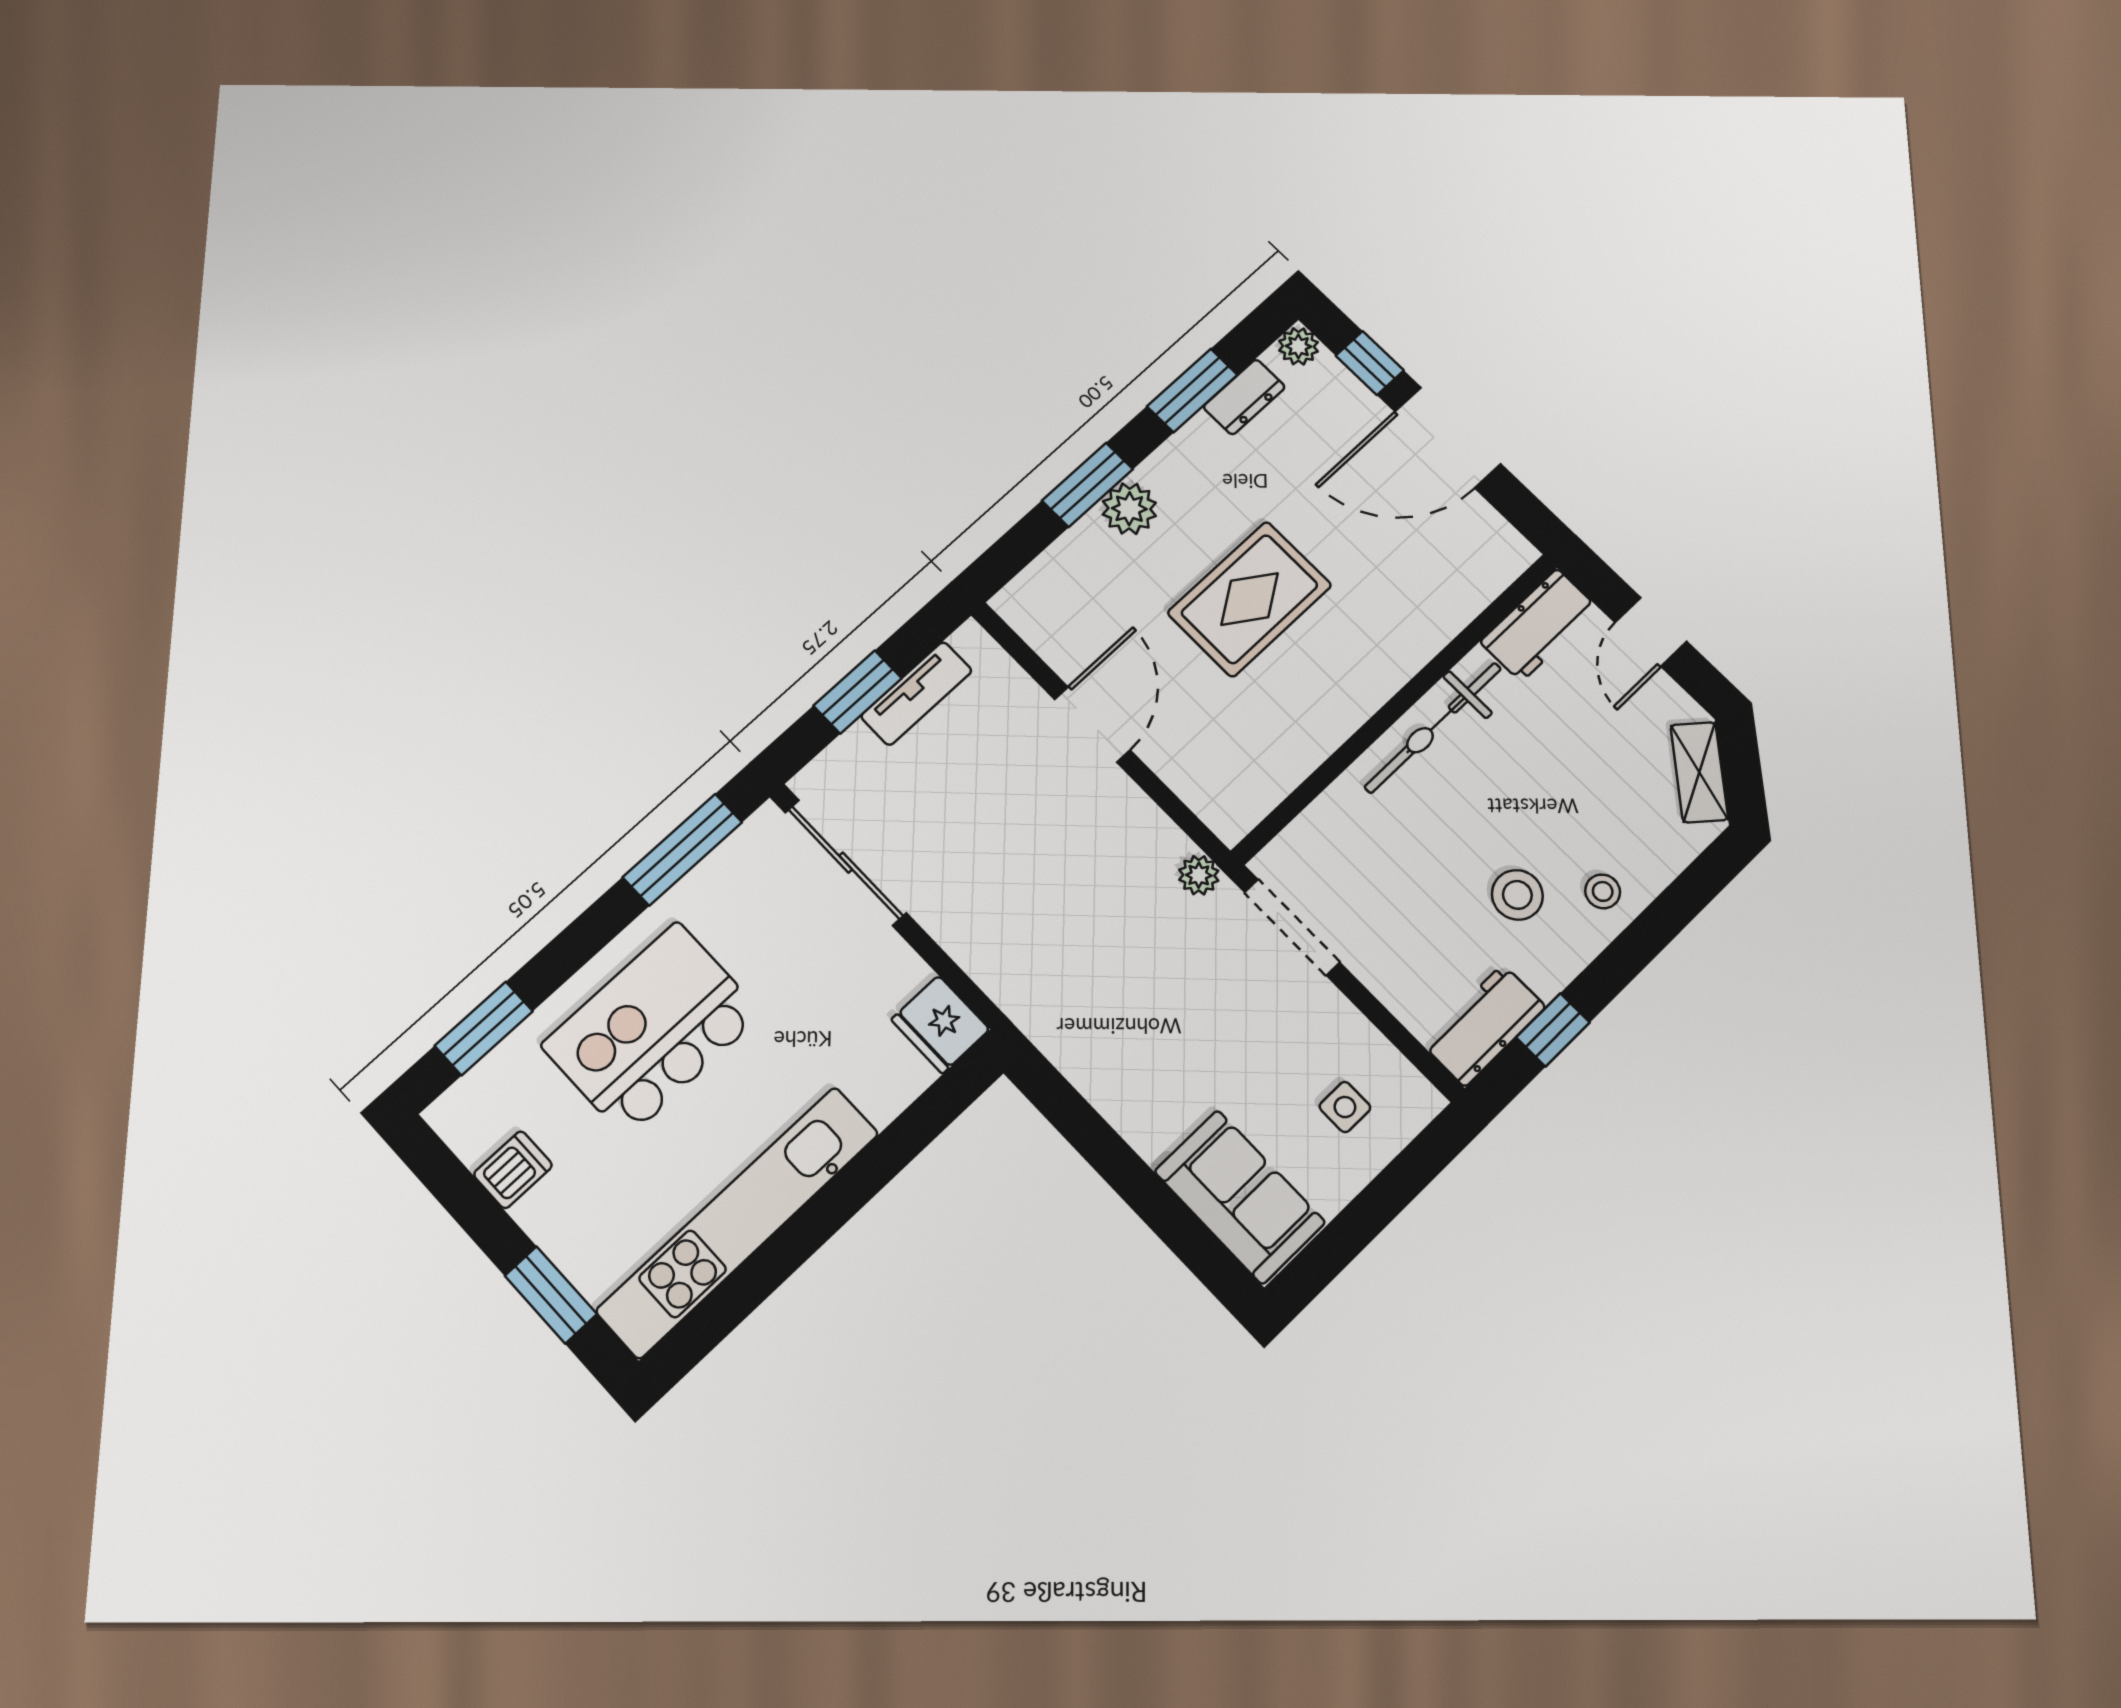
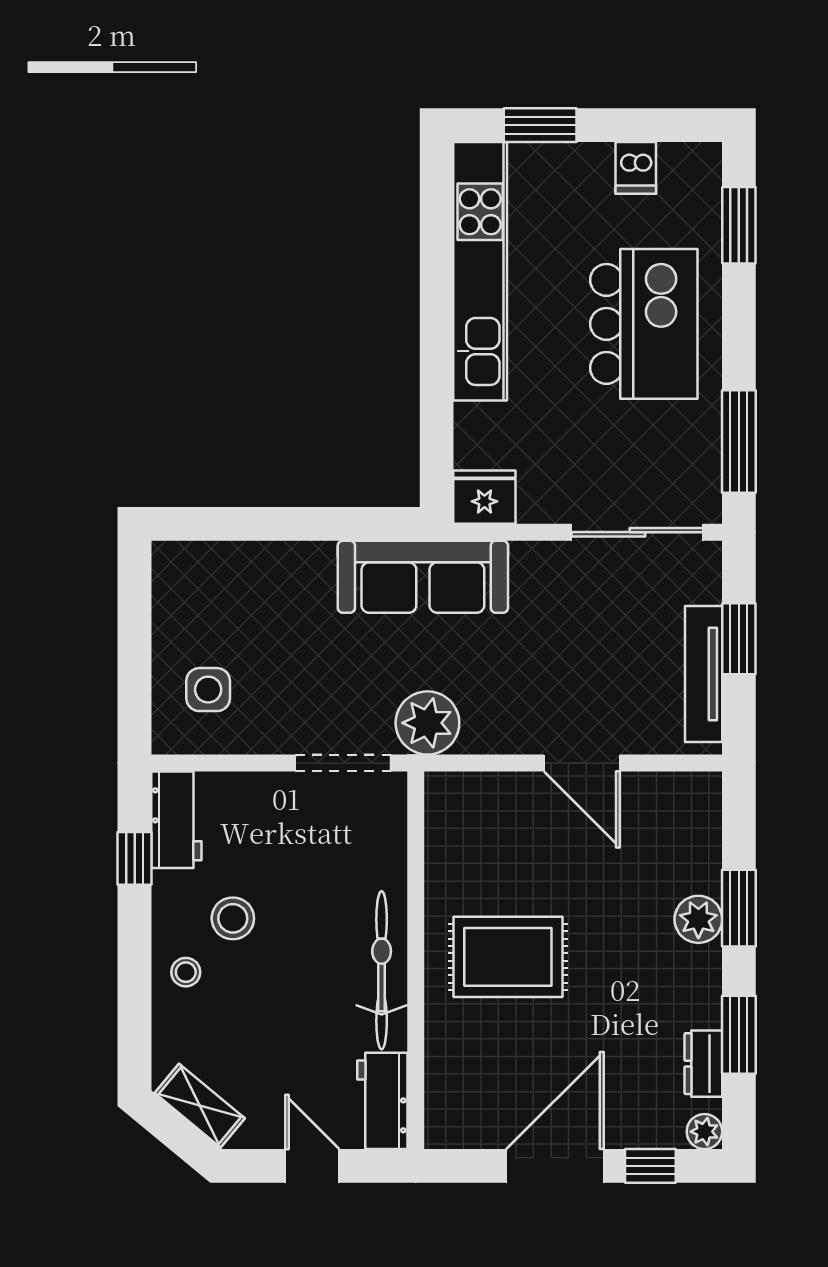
rug: (1250, 599) -> (508, 957), moved, turned 90
tv unit: (916, 693) -> (704, 674), width x1.41
plant: (1199, 875) -> (427, 723), width x1.88, depth x1.88
side table: (1345, 1107) -> (208, 690), width x1.37, depth x1.37
sofa: (1240, 1197) -> (423, 577), moved, width x1.36

